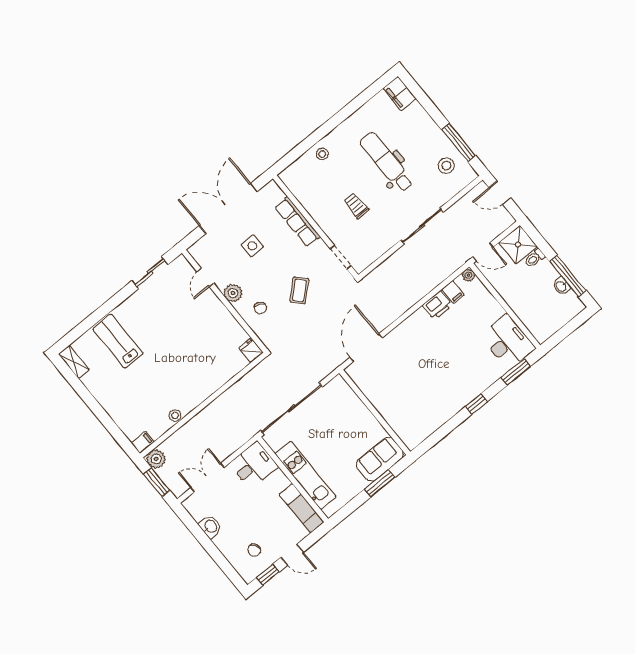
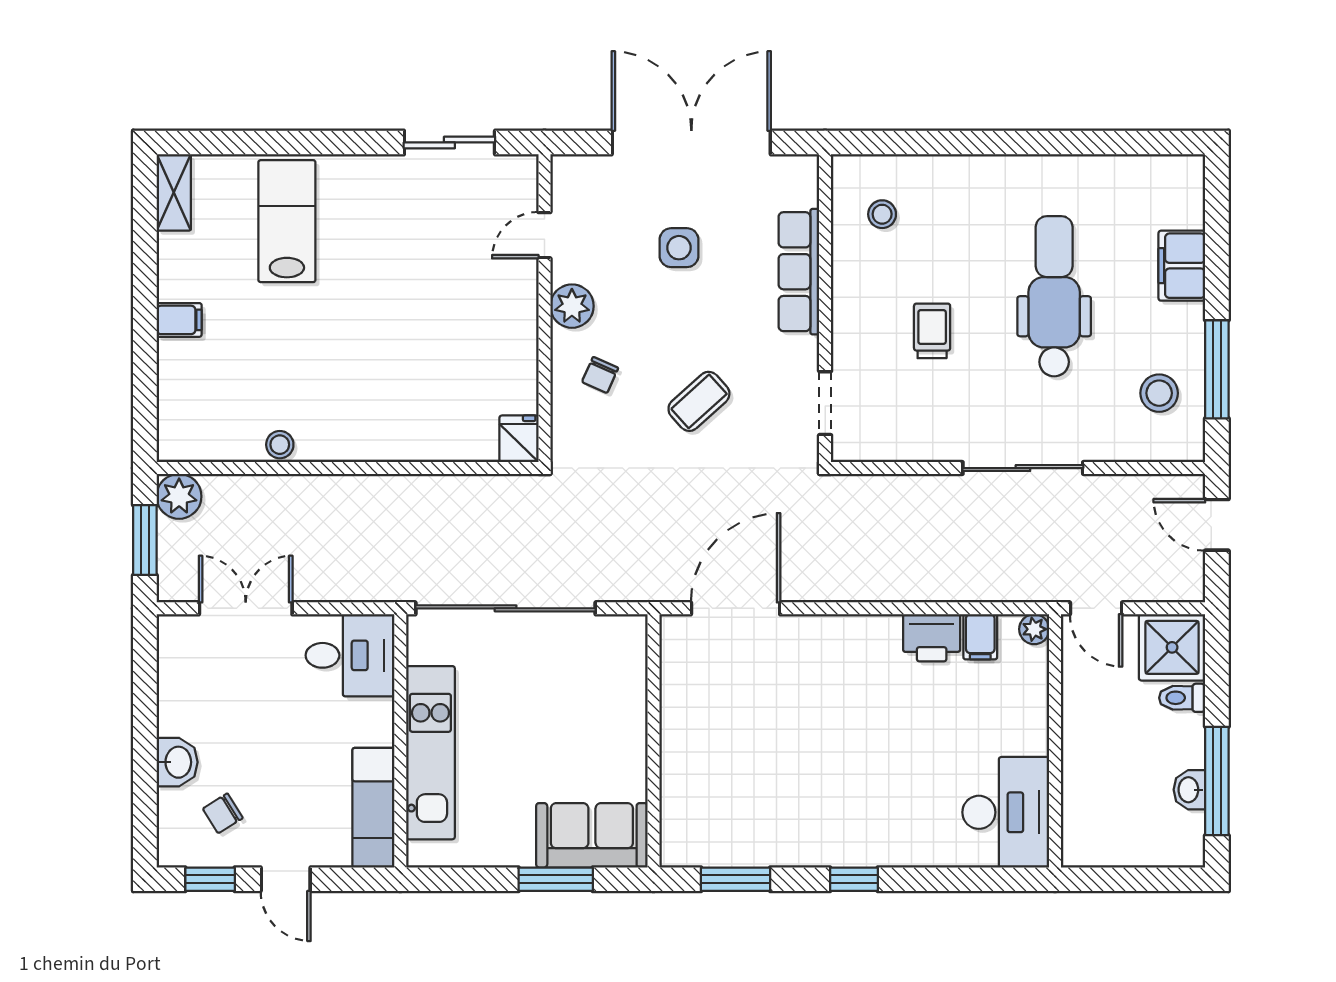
filing cabinet: (400, 93) -> (1182, 266), moved
stool: (322, 154) -> (882, 214), moved
window: (516, 372) -> (736, 879), moved
filing cabinet: (143, 442) -> (179, 320), moved
washbasin: (210, 527) -> (177, 762), moved

